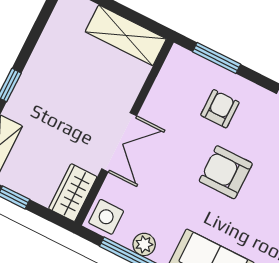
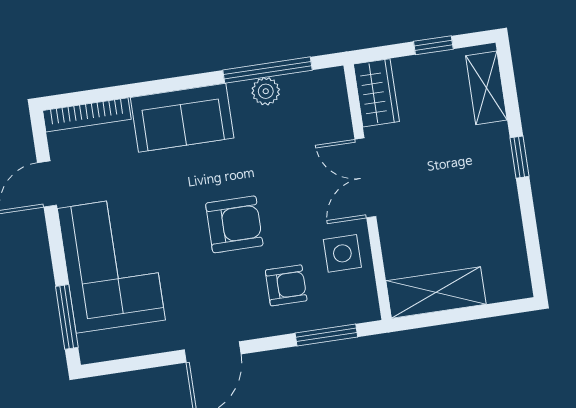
armchair: (220, 109) -> (286, 285), turned -90
side table: (106, 217) -> (342, 253), moved

